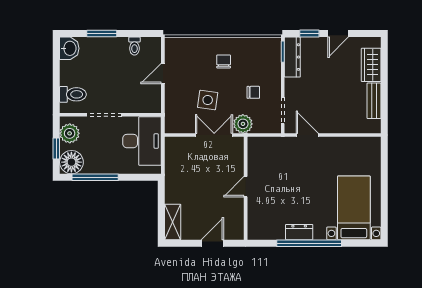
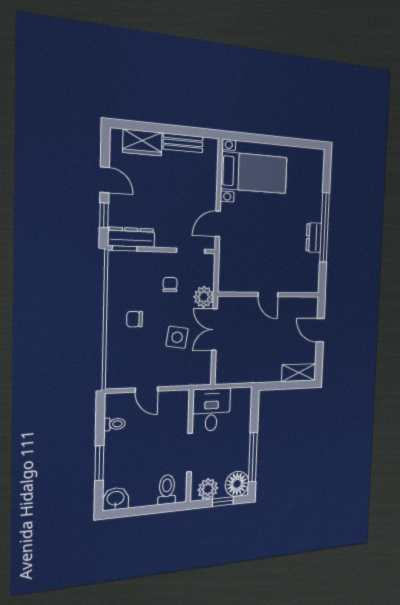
desk: (142, 141) -> (211, 410), width x0.73
bed with nightstands: (354, 208) -> (254, 173), moved, turned 180

